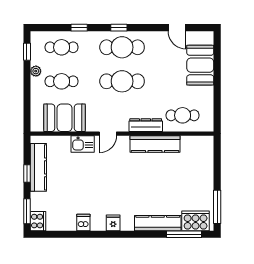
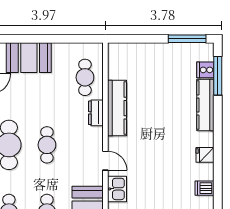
cafe table: (122, 81) -> (47, 145), width x0.73, depth x0.74
dresser: (146, 125) -> (96, 113), width x0.70
cooker: (196, 221) -> (205, 70), width x0.53, depth x0.76

